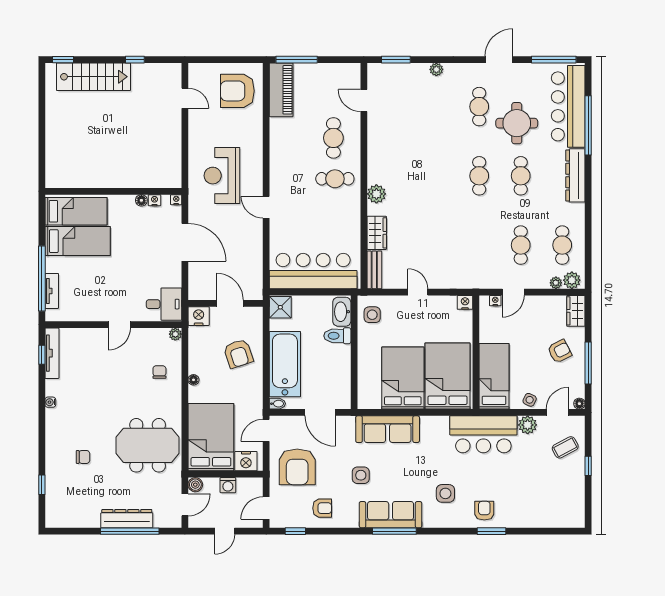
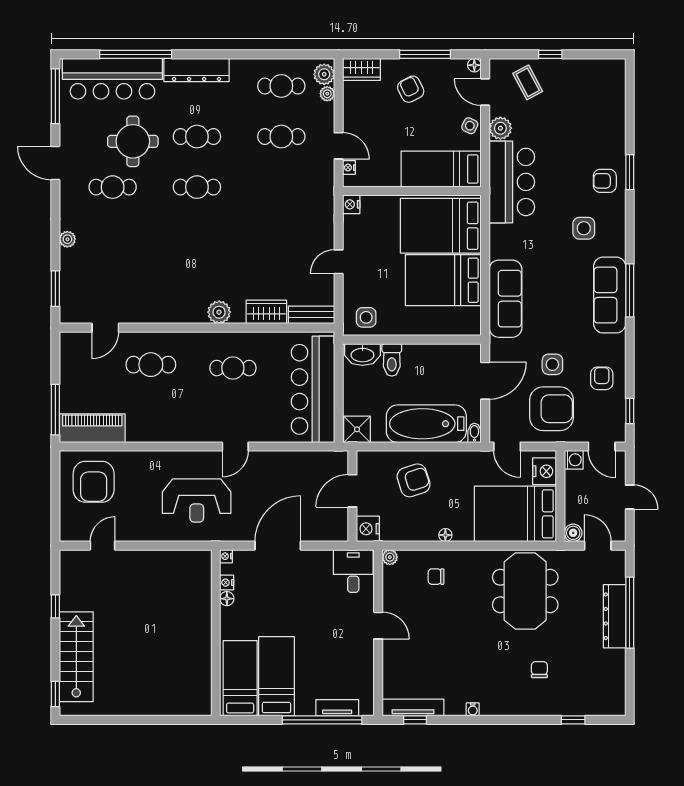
cafe table: (335, 179) -> (233, 368), moved, turned 90
side table: (361, 475) -> (552, 364), moved
washing machine: (228, 485) -> (574, 460), moved

